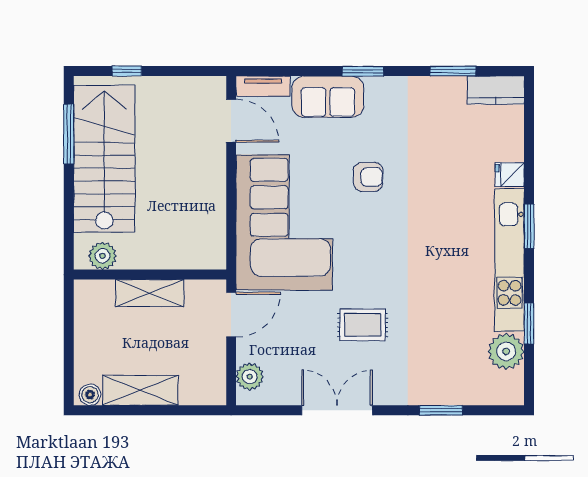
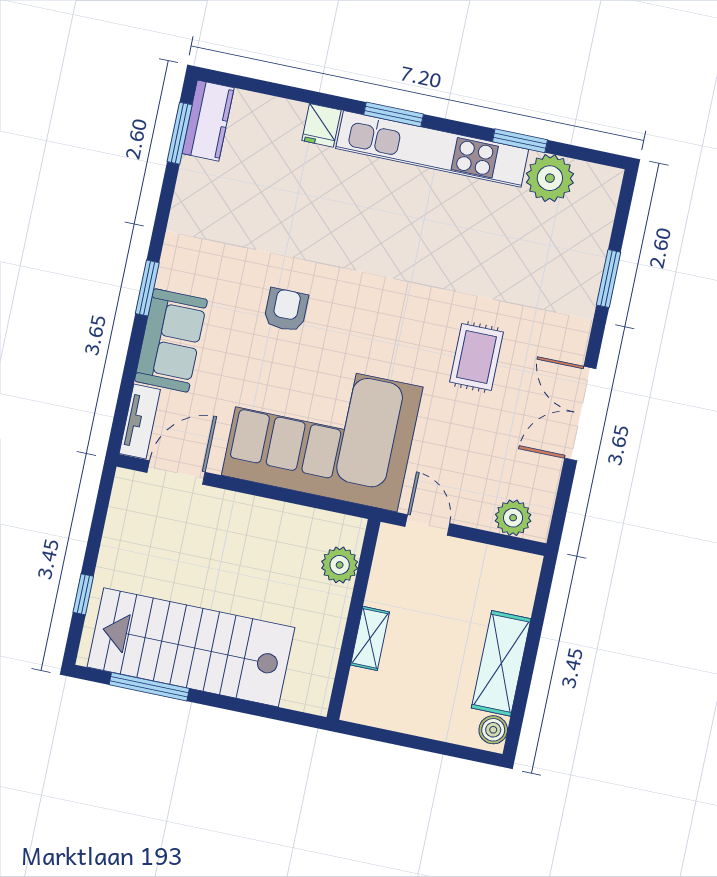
window: (453, 71) -> (180, 133), moved
plant: (103, 256) -> (340, 565), moved
shelving: (150, 293) -> (370, 638), width x0.67, depth x0.75
door: (231, 315) -> (427, 525), width x0.73

